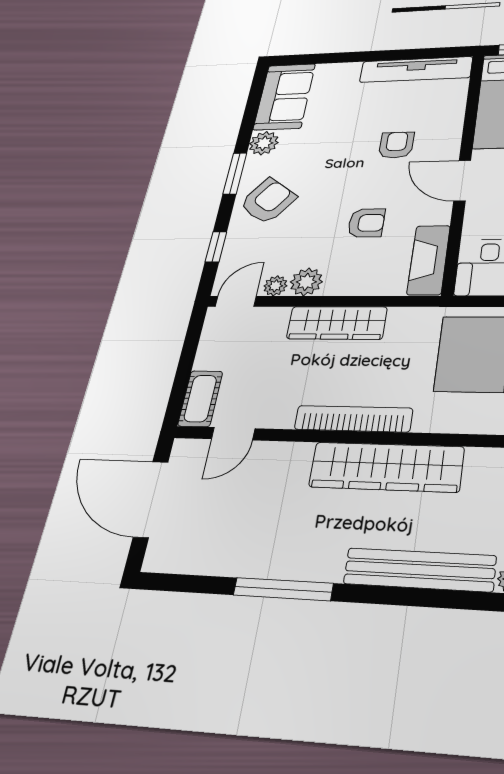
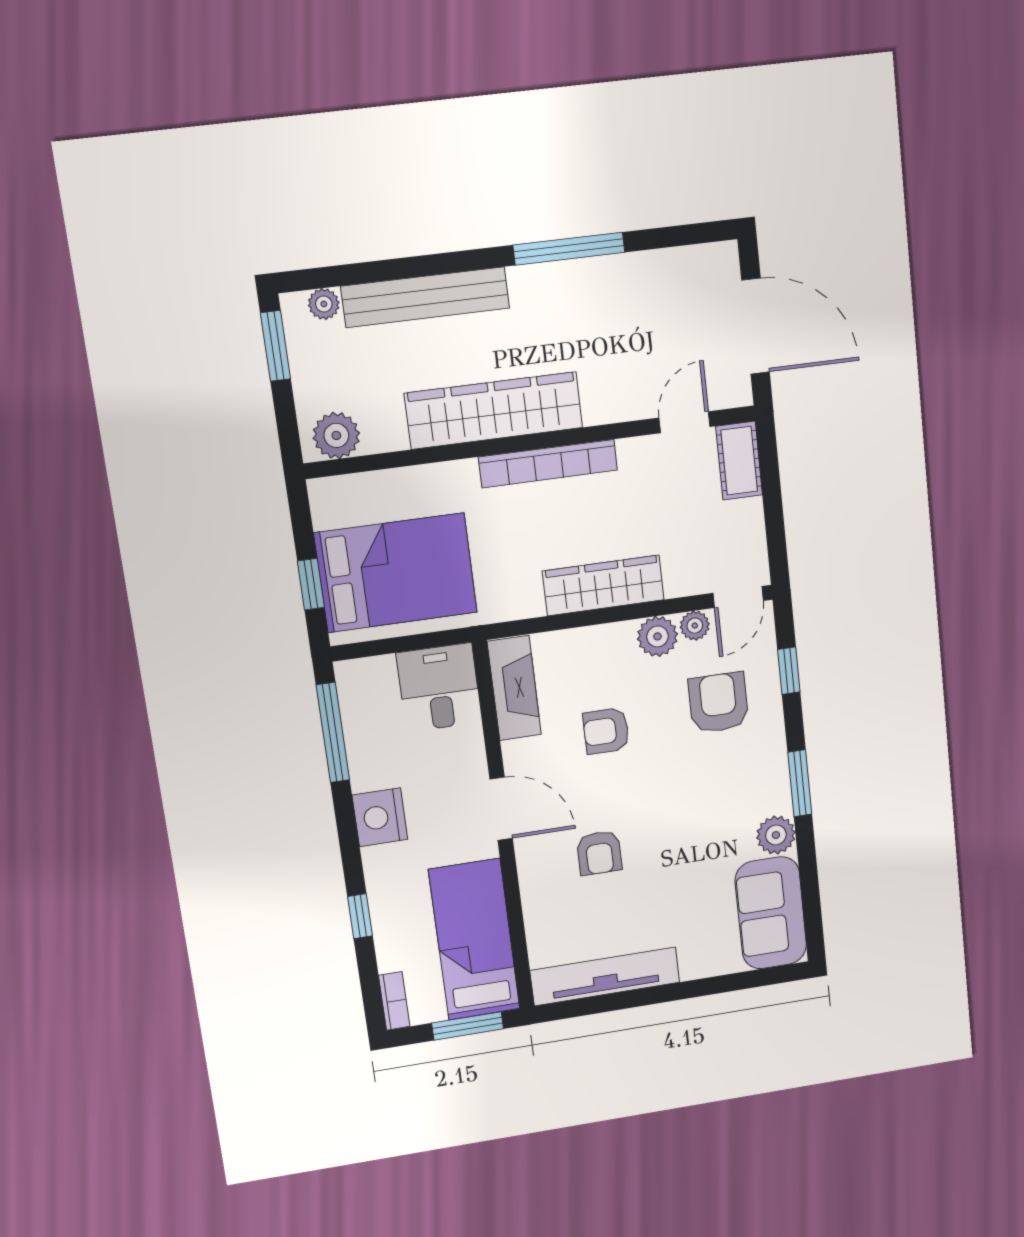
armchair: (268, 201) -> (718, 703), moved, turned 143

